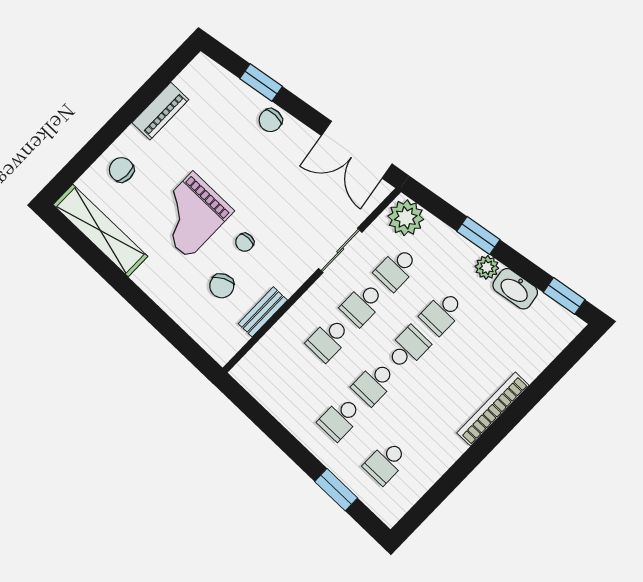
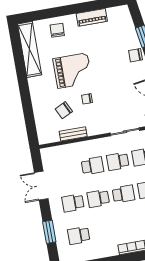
grand piano: (191, 215) -> (73, 71), turned 180
school desk: (328, 339) -> (92, 166), turned 180
double door: (272, 428) -> (41, 186), added

